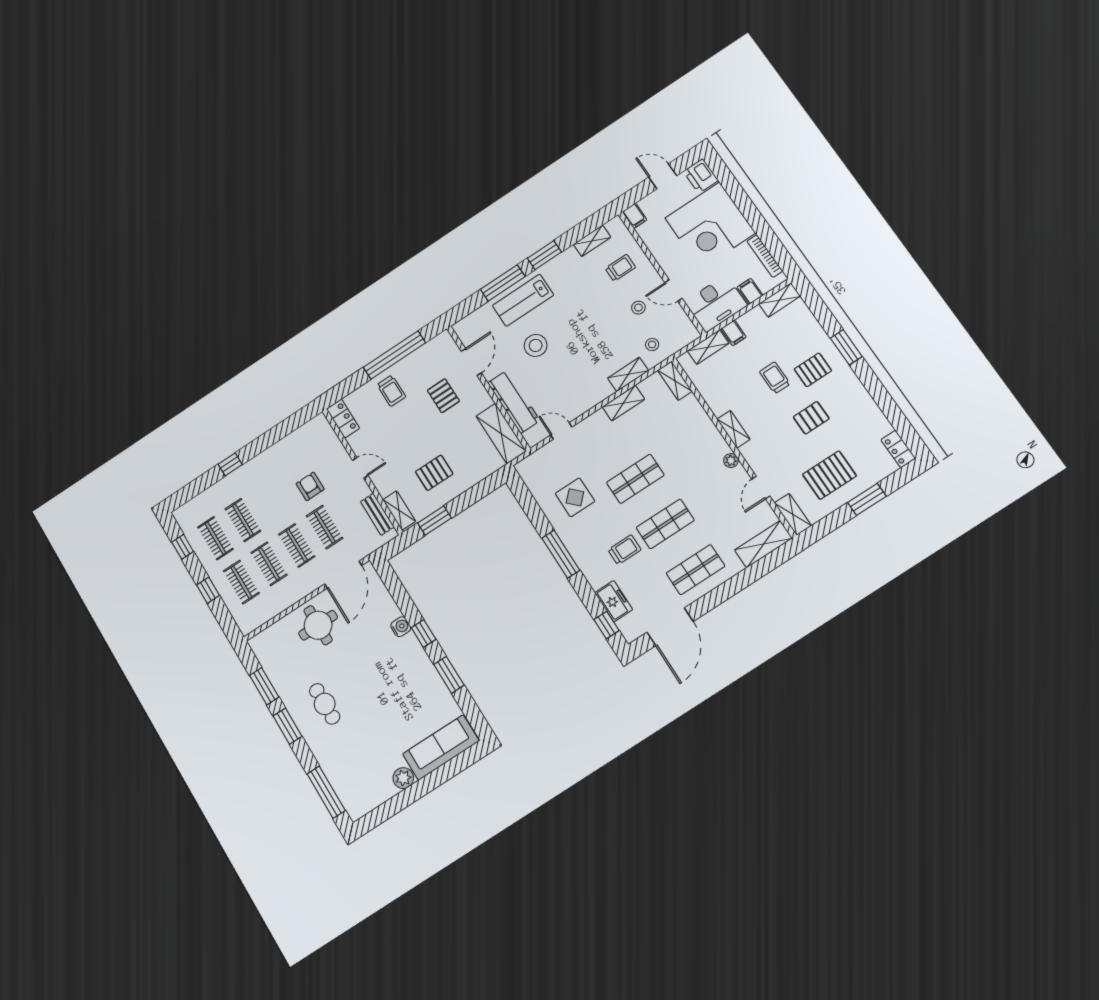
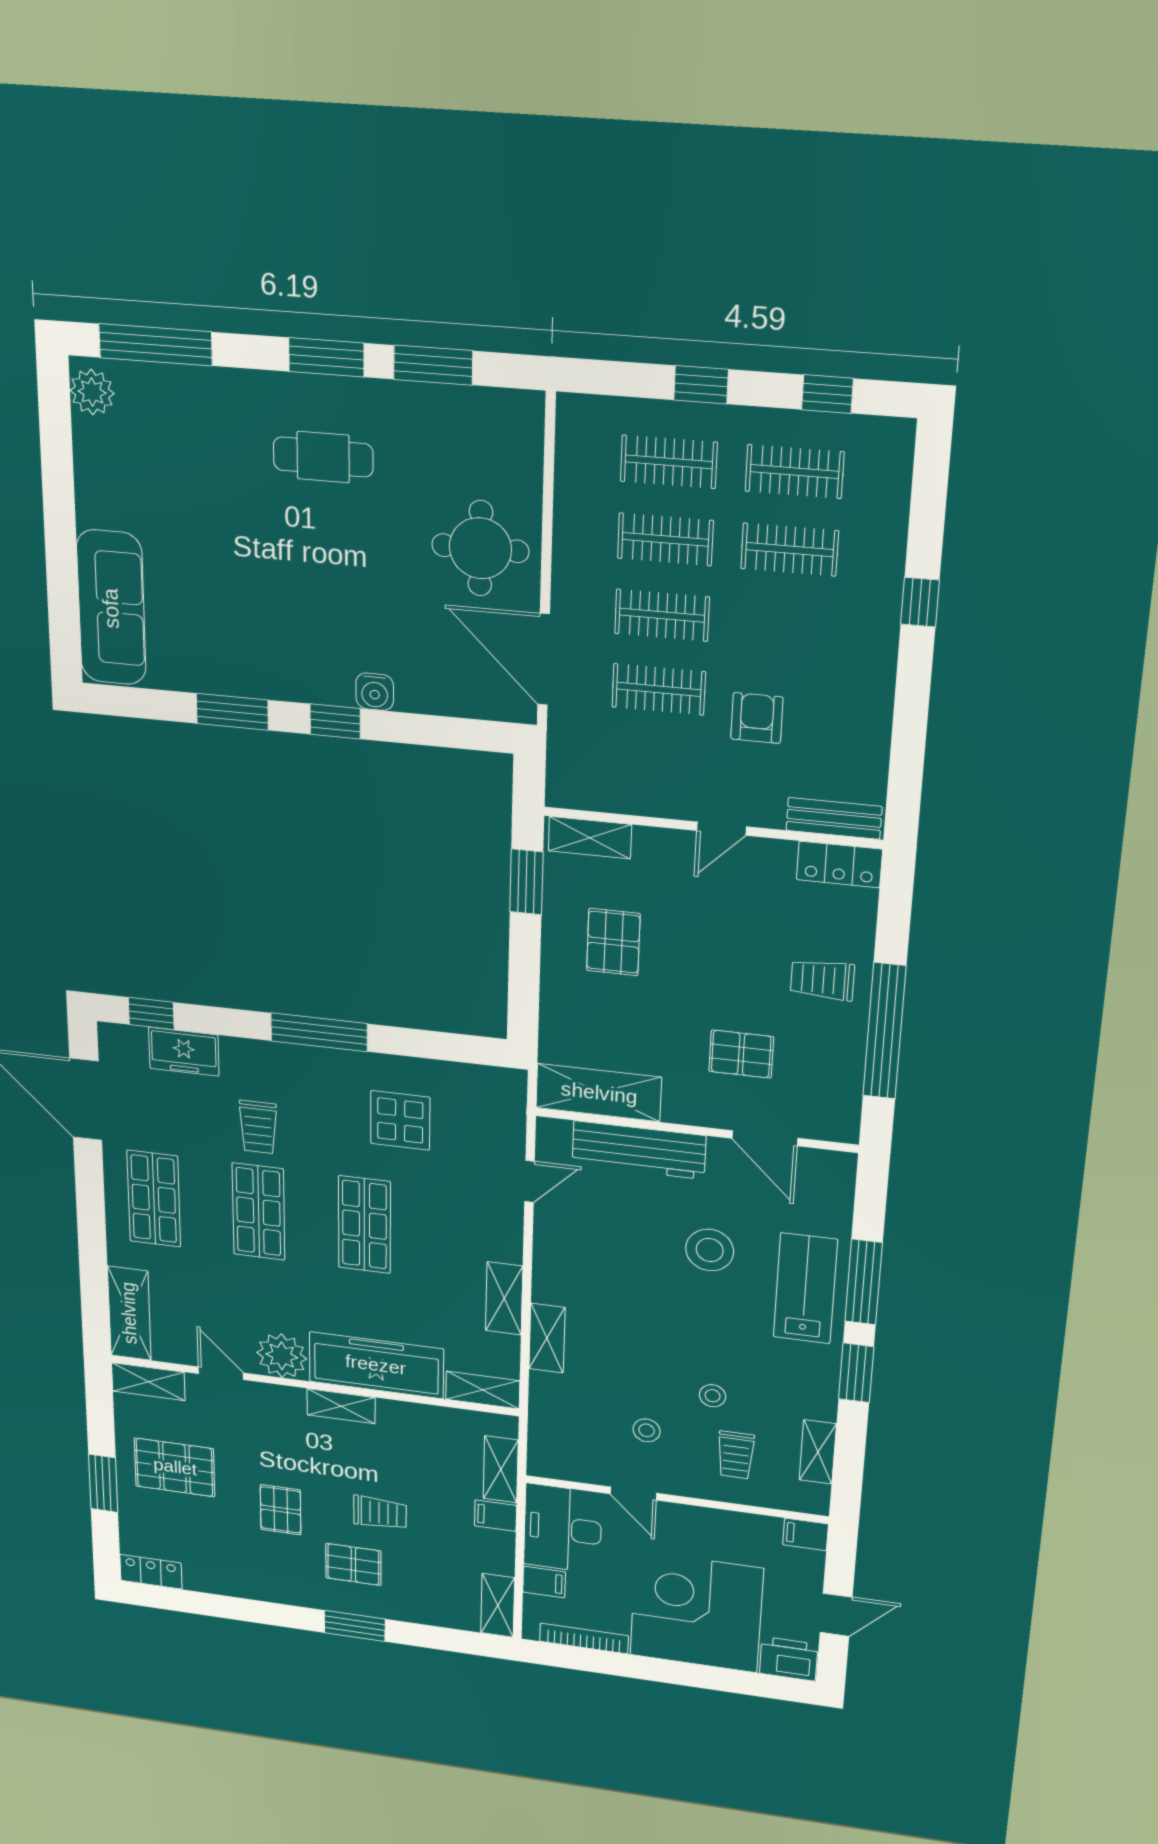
door: (673, 290) -> (633, 1493), swing flipped
stool: (652, 345) -> (713, 1396), moved
pallet: (813, 370) -> (353, 1564), turned 90
freezer: (700, 429) -> (376, 1365), added
plant: (731, 461) -> (282, 1356), width x1.87, depth x1.87
pallet: (829, 475) -> (175, 1467), turned 90
armchair: (310, 486) -> (757, 718), turned -90
bench: (377, 514) -> (834, 818), moved
plant: (403, 778) -> (92, 392), moved

